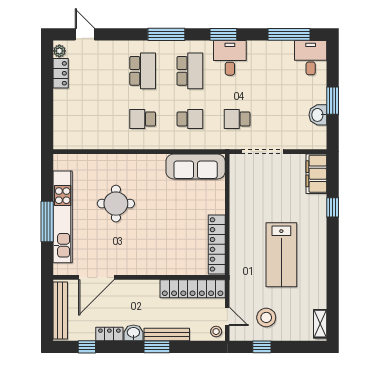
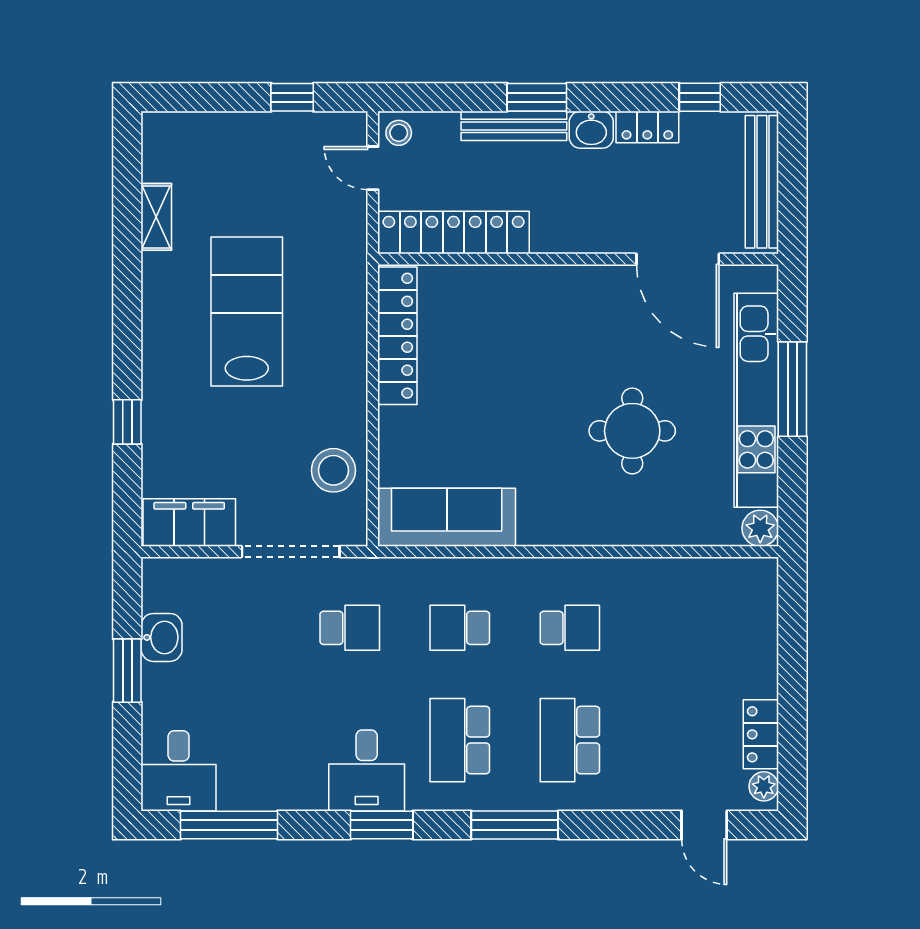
plant: (61, 162) -> (760, 528), added
filing cabinet: (316, 174) -> (189, 523), moved, turned -90
door: (96, 277) -> (678, 259), swing flipped
stool: (266, 317) -> (333, 470), moved
shelving: (320, 324) -> (156, 217), moved

